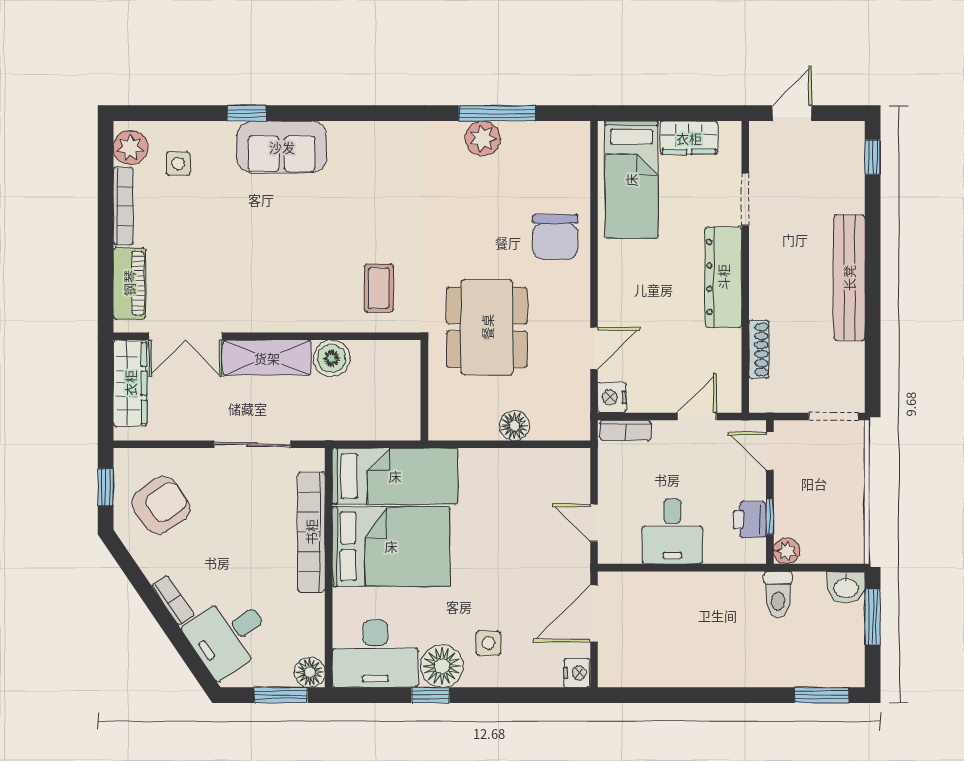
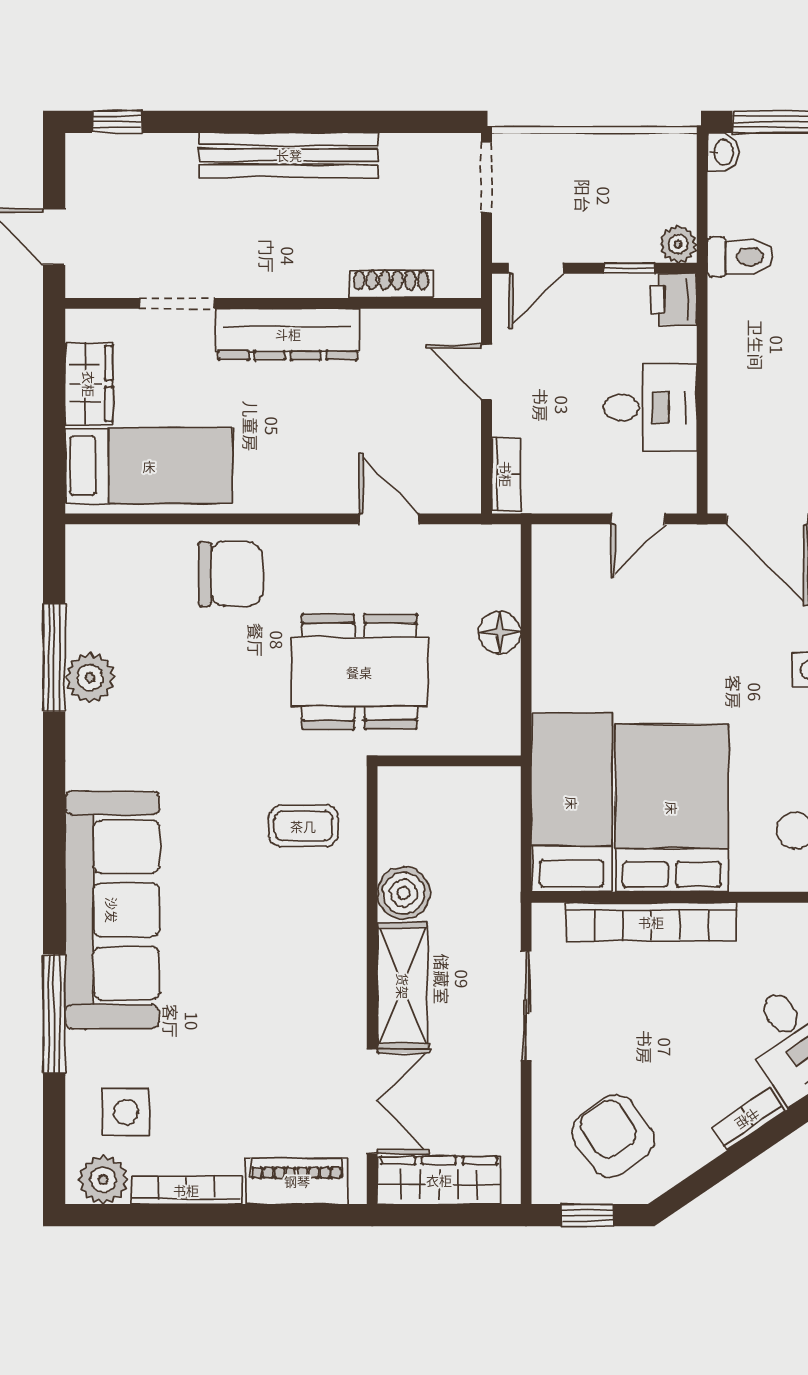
window: (247, 113) -> (54, 1014), width x2.17
sofa: (282, 147) -> (112, 910), width x1.85, depth x1.27
side table: (178, 163) -> (126, 1112), width x1.37, depth x1.37
nightstand: (612, 397) -> (459, 493), removed
printer: (750, 519) -> (674, 299), moved, turned 90
washbasin: (846, 587) -> (723, 152), width x0.72, depth x0.69

